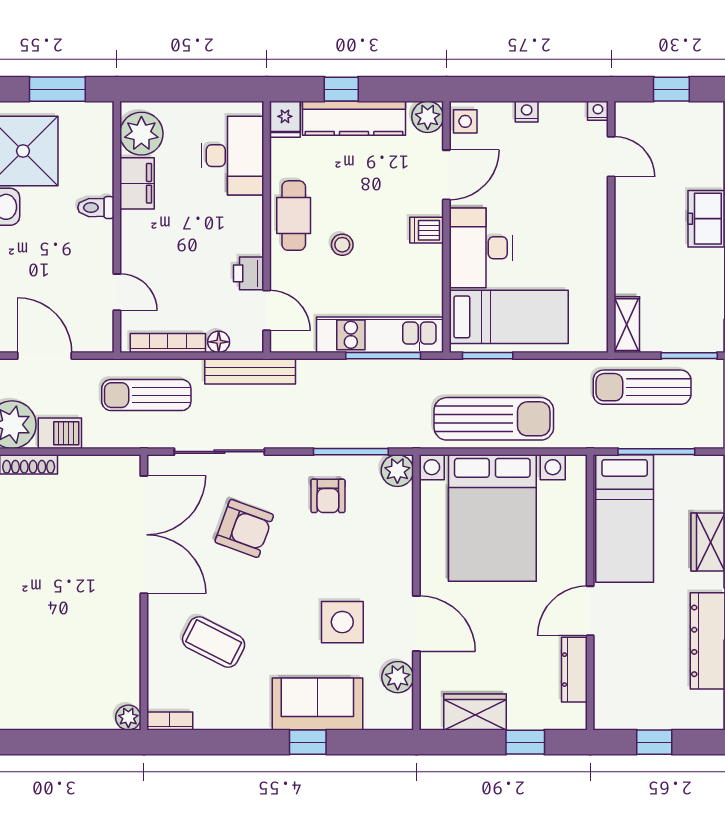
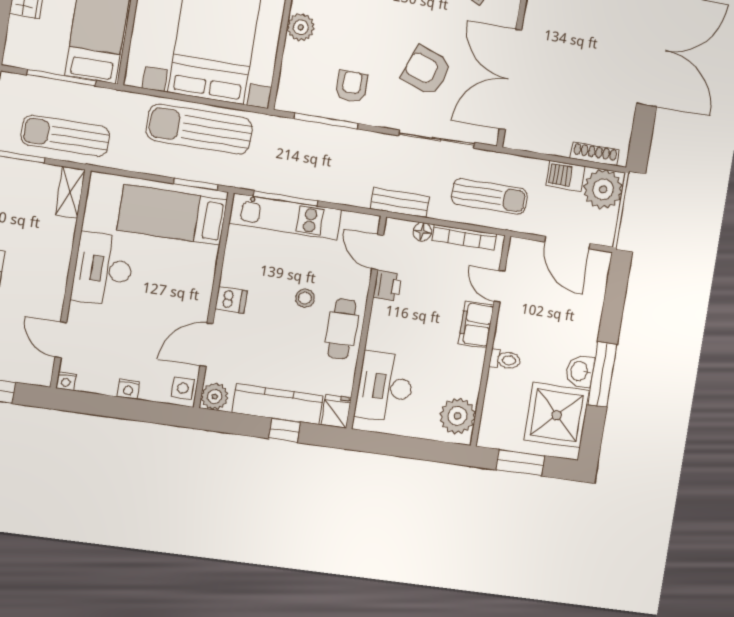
filing cabinet: (137, 183) -> (476, 324), moved
desk: (481, 248) -> (103, 269), moved, turned 180
bench: (250, 371) -> (400, 203), width x0.73
sun lounger: (642, 387) -> (65, 136), turned 180
plant: (397, 471) -> (301, 27), moved

